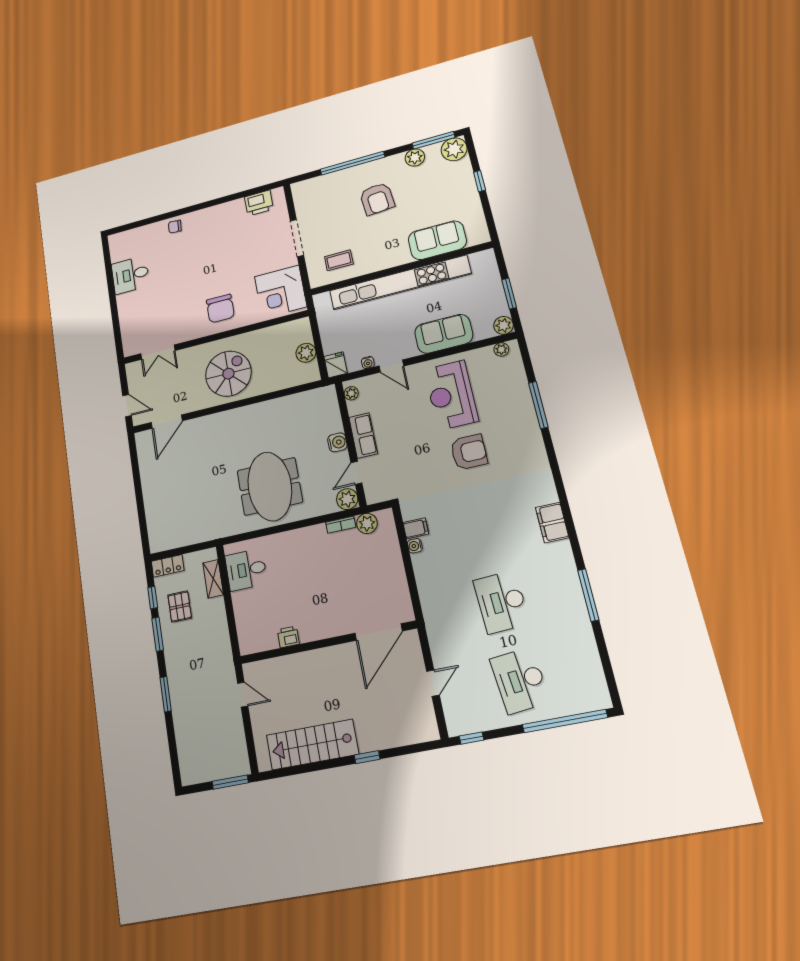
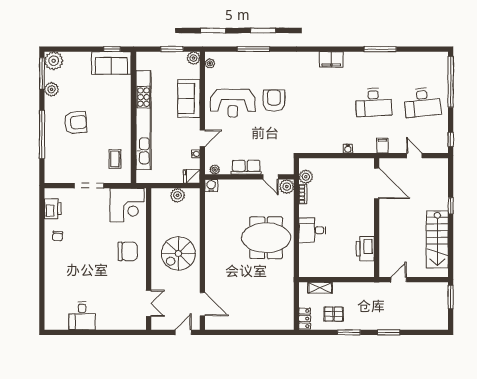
window: (480, 181) -> (112, 49), moved
chair: (175, 227) -> (58, 236), moved
sofa: (437, 240) -> (111, 63), moved, turned -90
spiral stairs: (228, 374) -> (178, 253), turned -90
water cooler: (337, 442) -> (211, 186), moved
filing cabinet: (416, 528) -> (382, 146), moved
water cooler: (415, 546) -> (348, 149), moved
desk: (246, 570) -> (312, 230), moved, turned 90
window: (153, 598) -> (324, 332), removed
printer: (288, 637) -> (365, 249), width x1.87, depth x1.48

